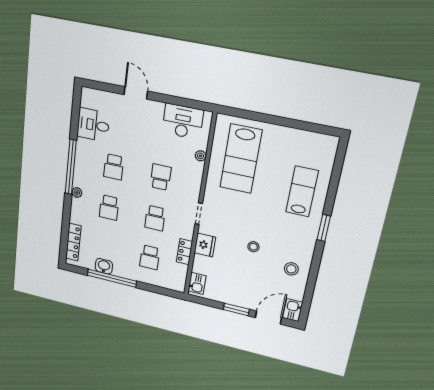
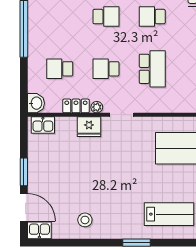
plant: (201, 156) -> (97, 107), moved
school desk: (161, 177) -> (152, 69), width x1.85
school desk: (109, 208) -> (106, 17), turned 180
stool: (253, 247) -> (100, 177), removed
washbasin: (104, 266) -> (36, 103), moved

